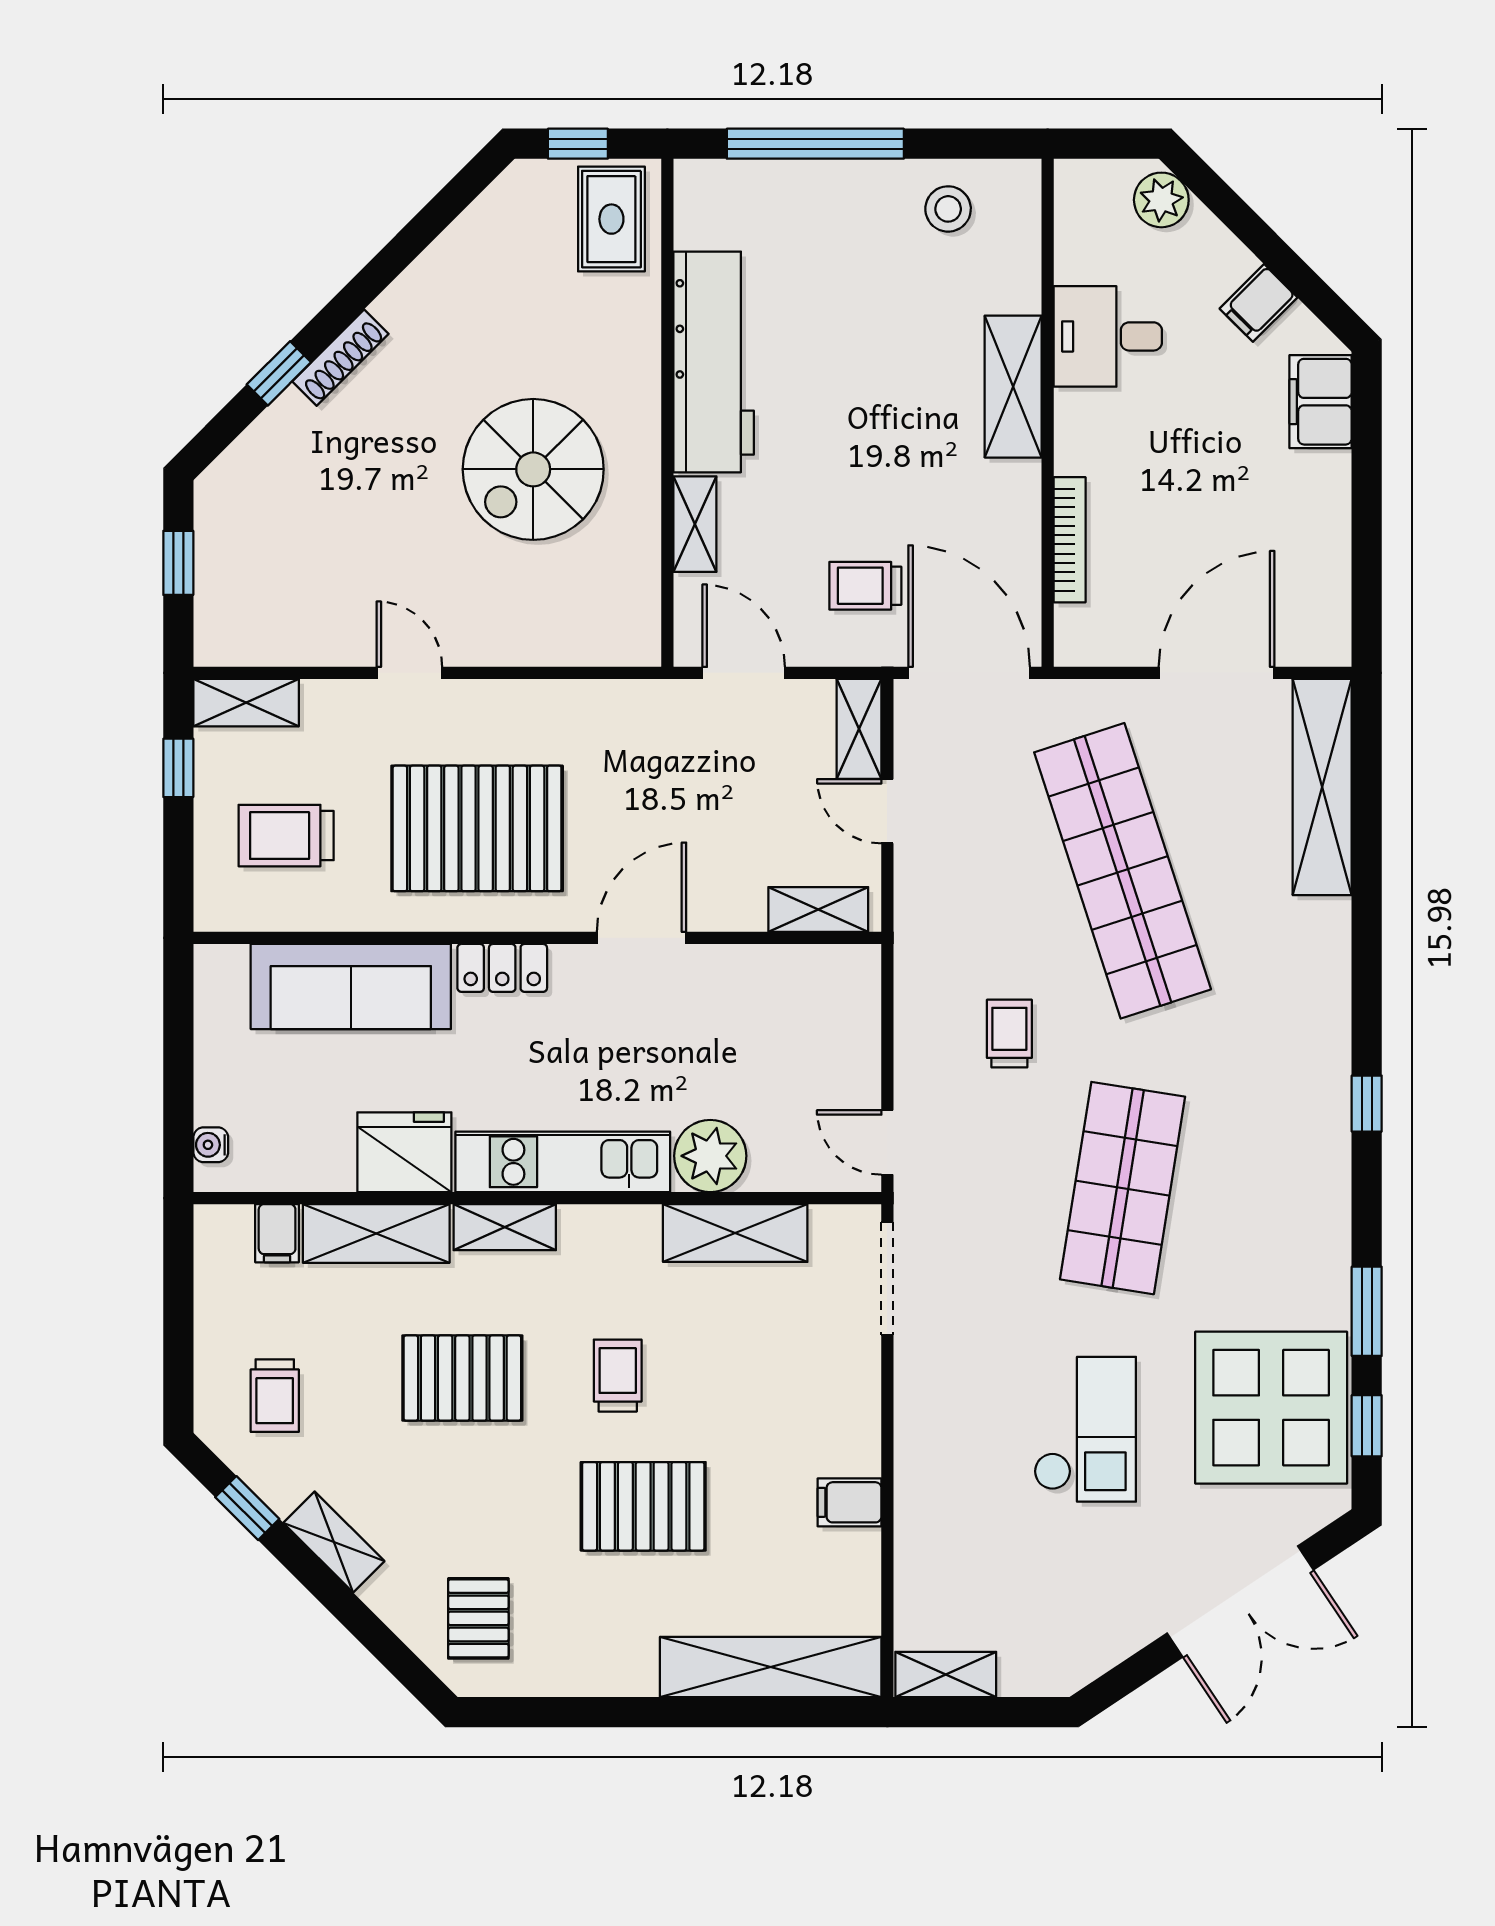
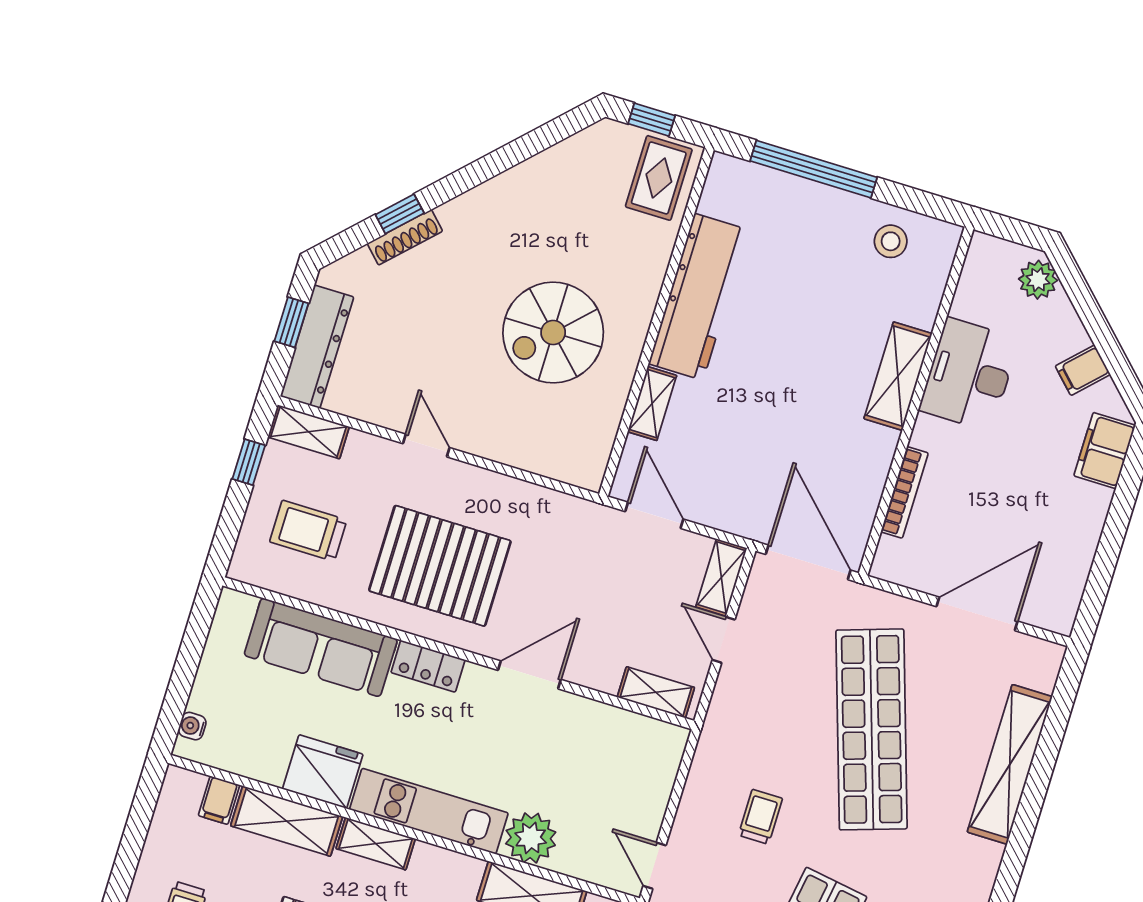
desk: (1108, 336) -> (969, 374), width x1.37
shoe rack: (340, 358) -> (405, 237), moved
dresser: (222, 585) -> (317, 347), added
trolley: (865, 586) -> (755, 481), removed
shelving: (1322, 787) -> (1010, 764), moved

